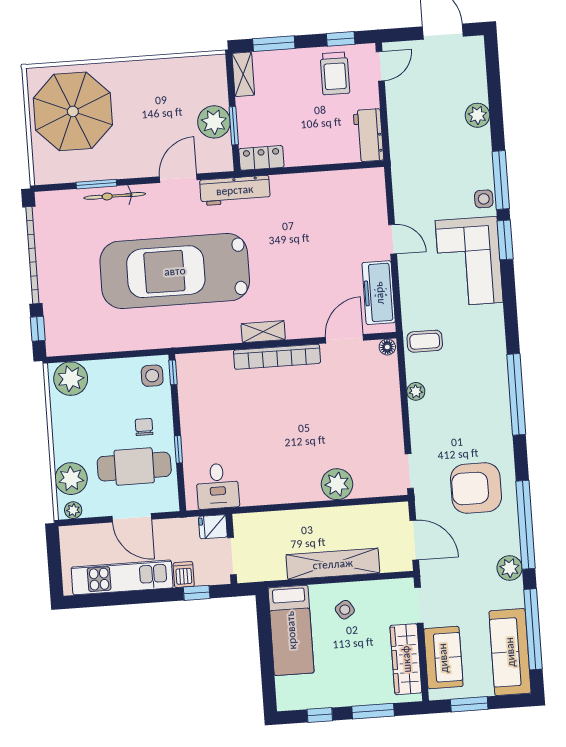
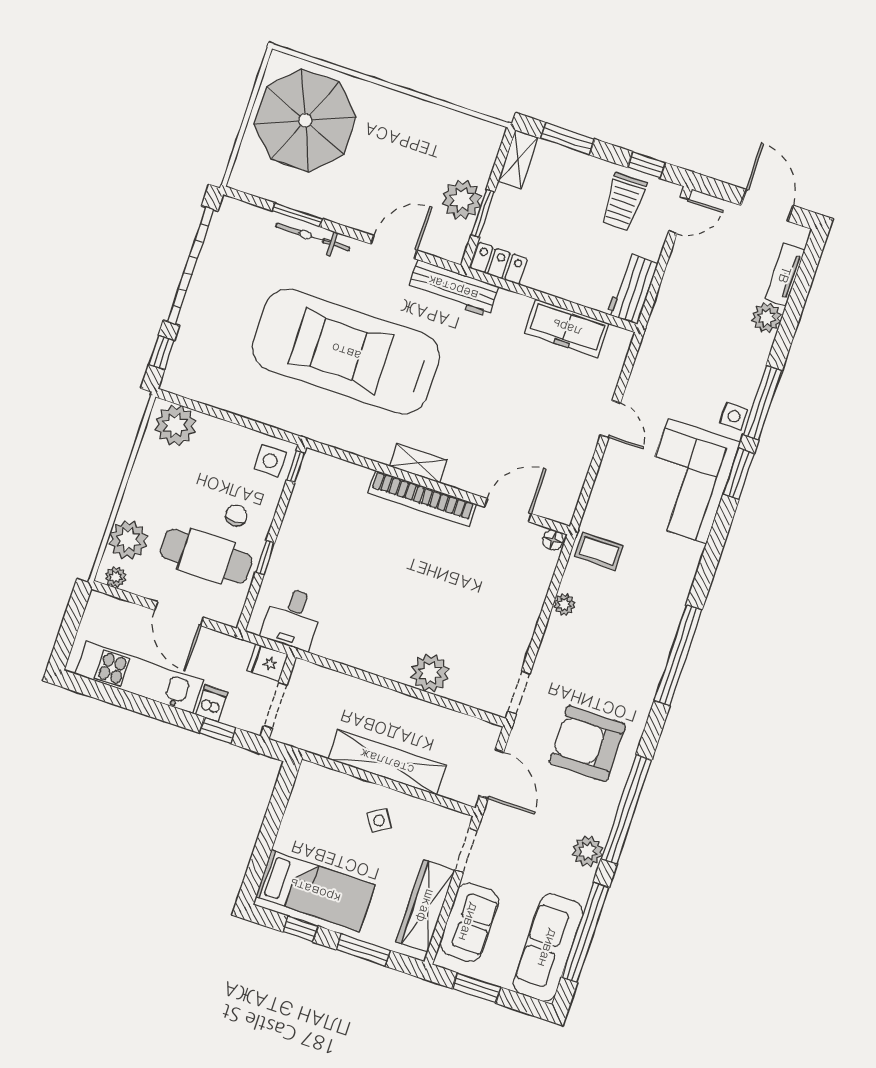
tv unit: (478, 78) -> (785, 275), added
freezer: (379, 293) -> (567, 328), moved, turned -90
bed: (291, 630) -> (315, 891), moved, turned -90

